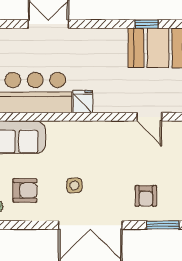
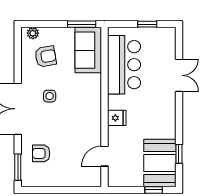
fridge: (83, 102) -> (117, 118), moved
armchair: (25, 190) -> (46, 56), turned -100

